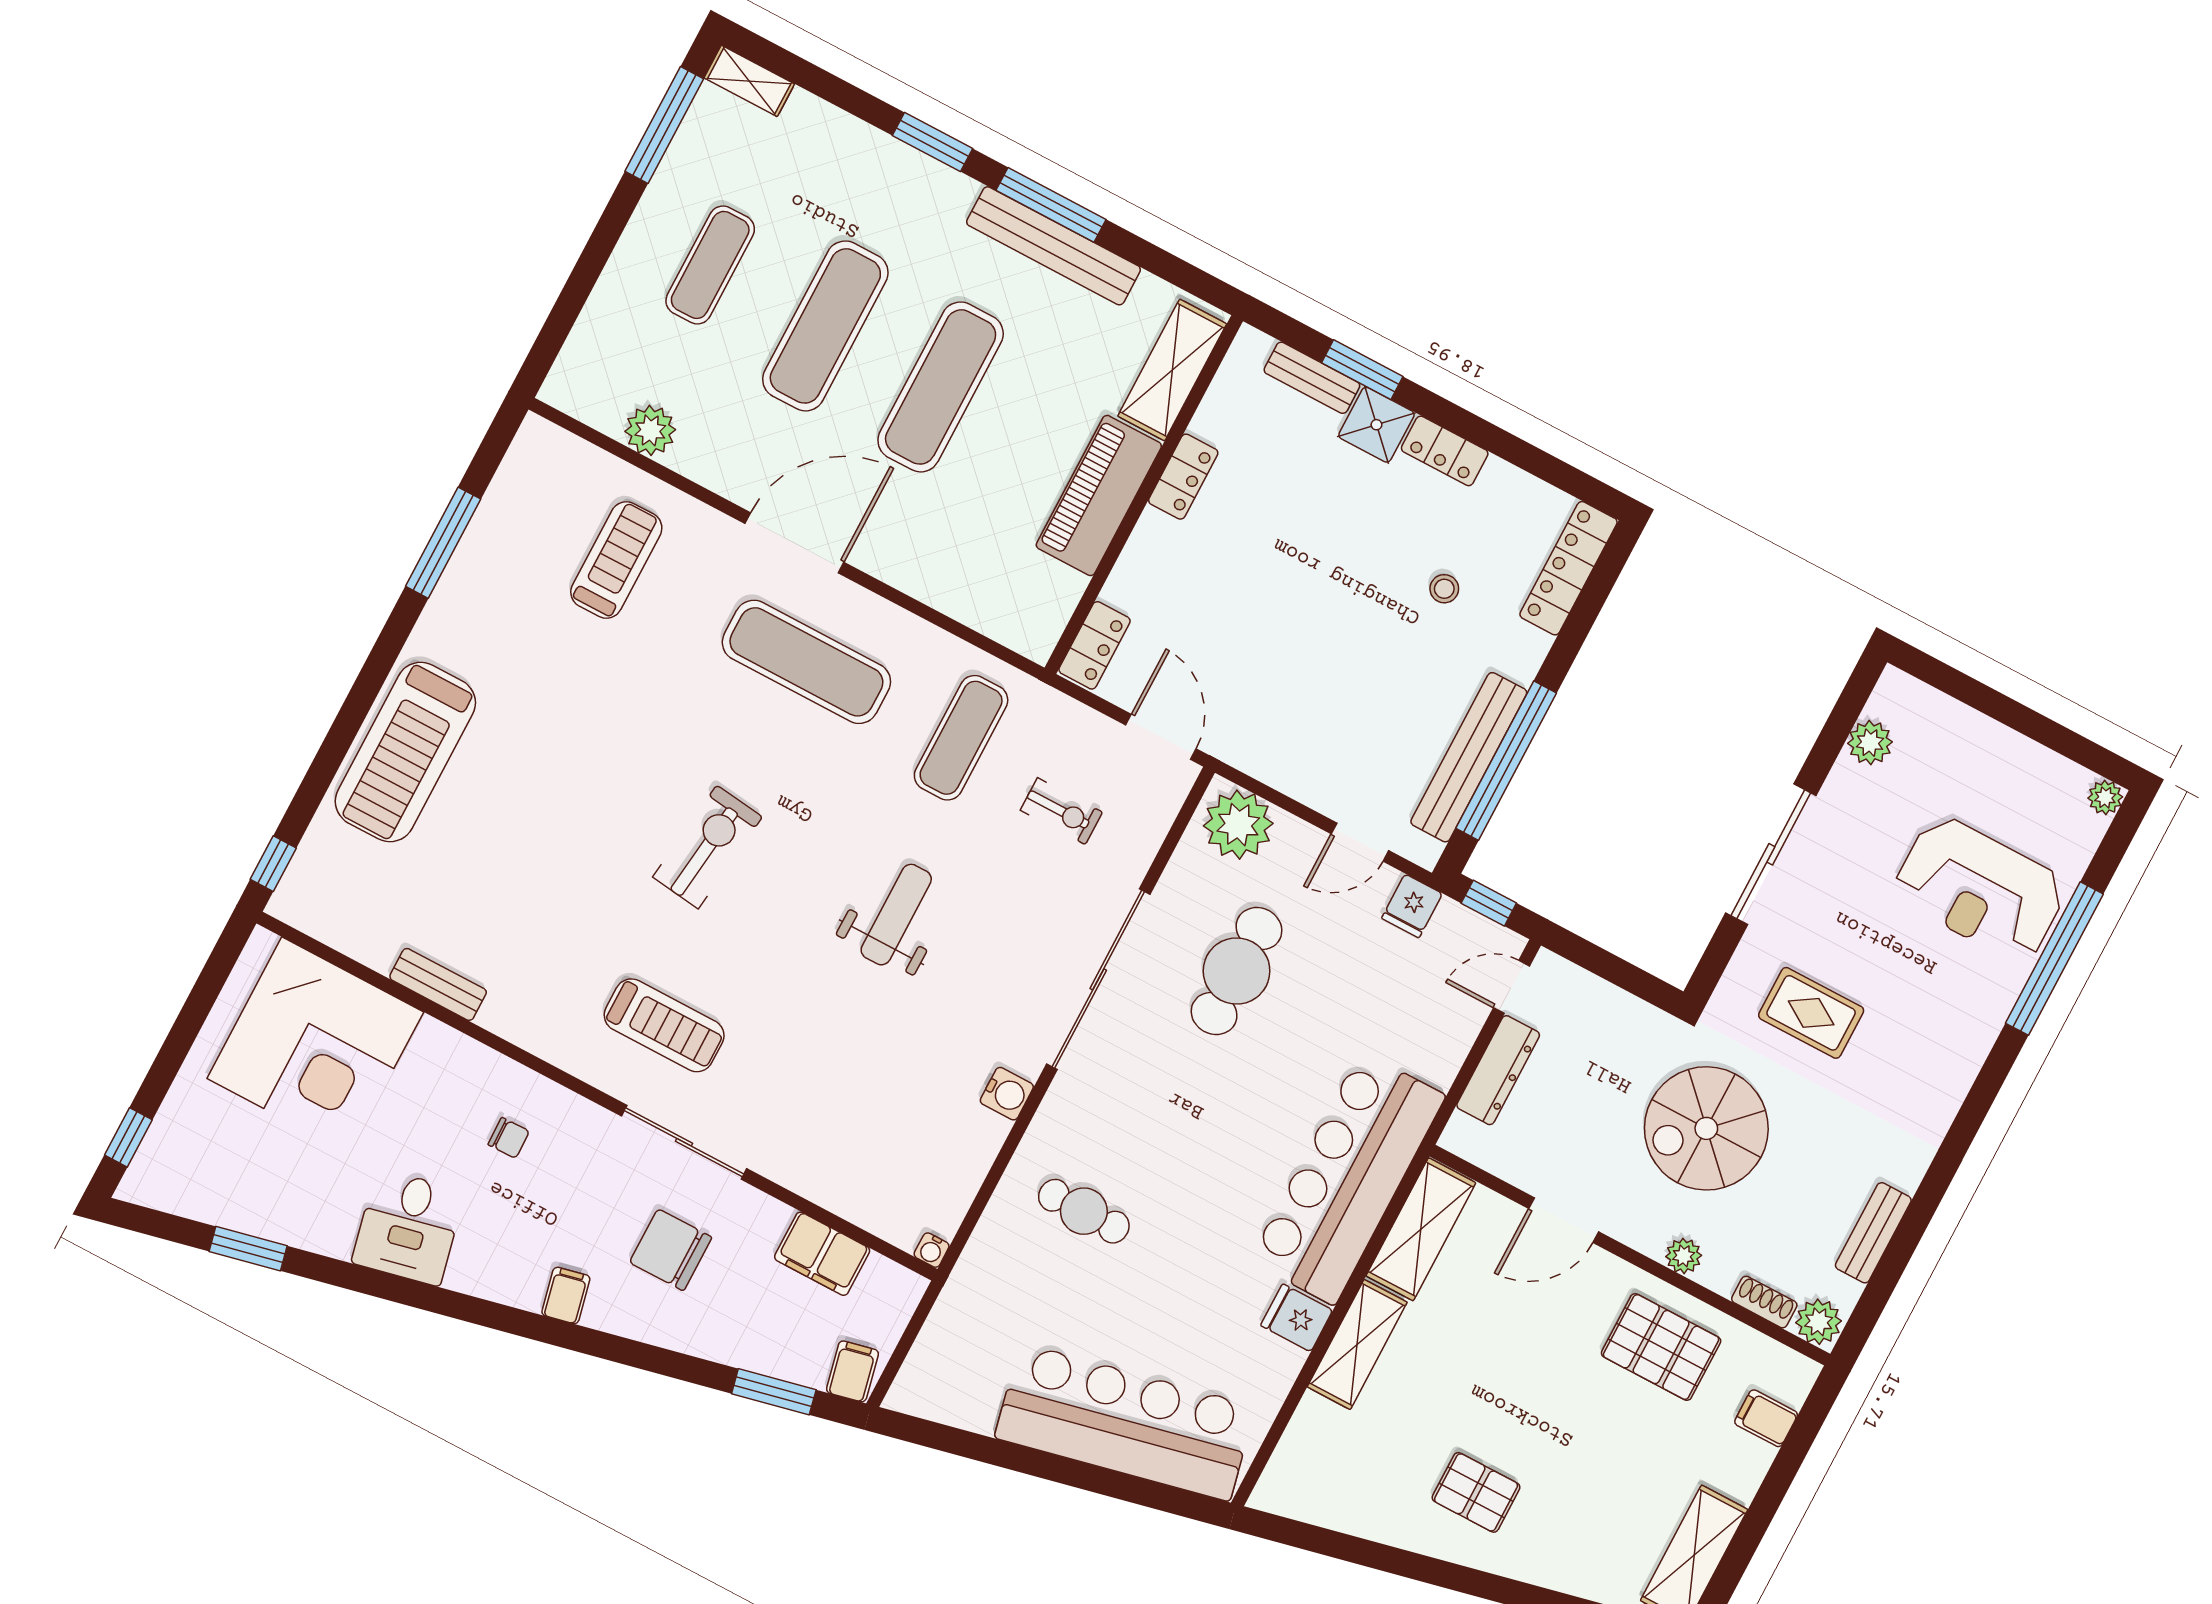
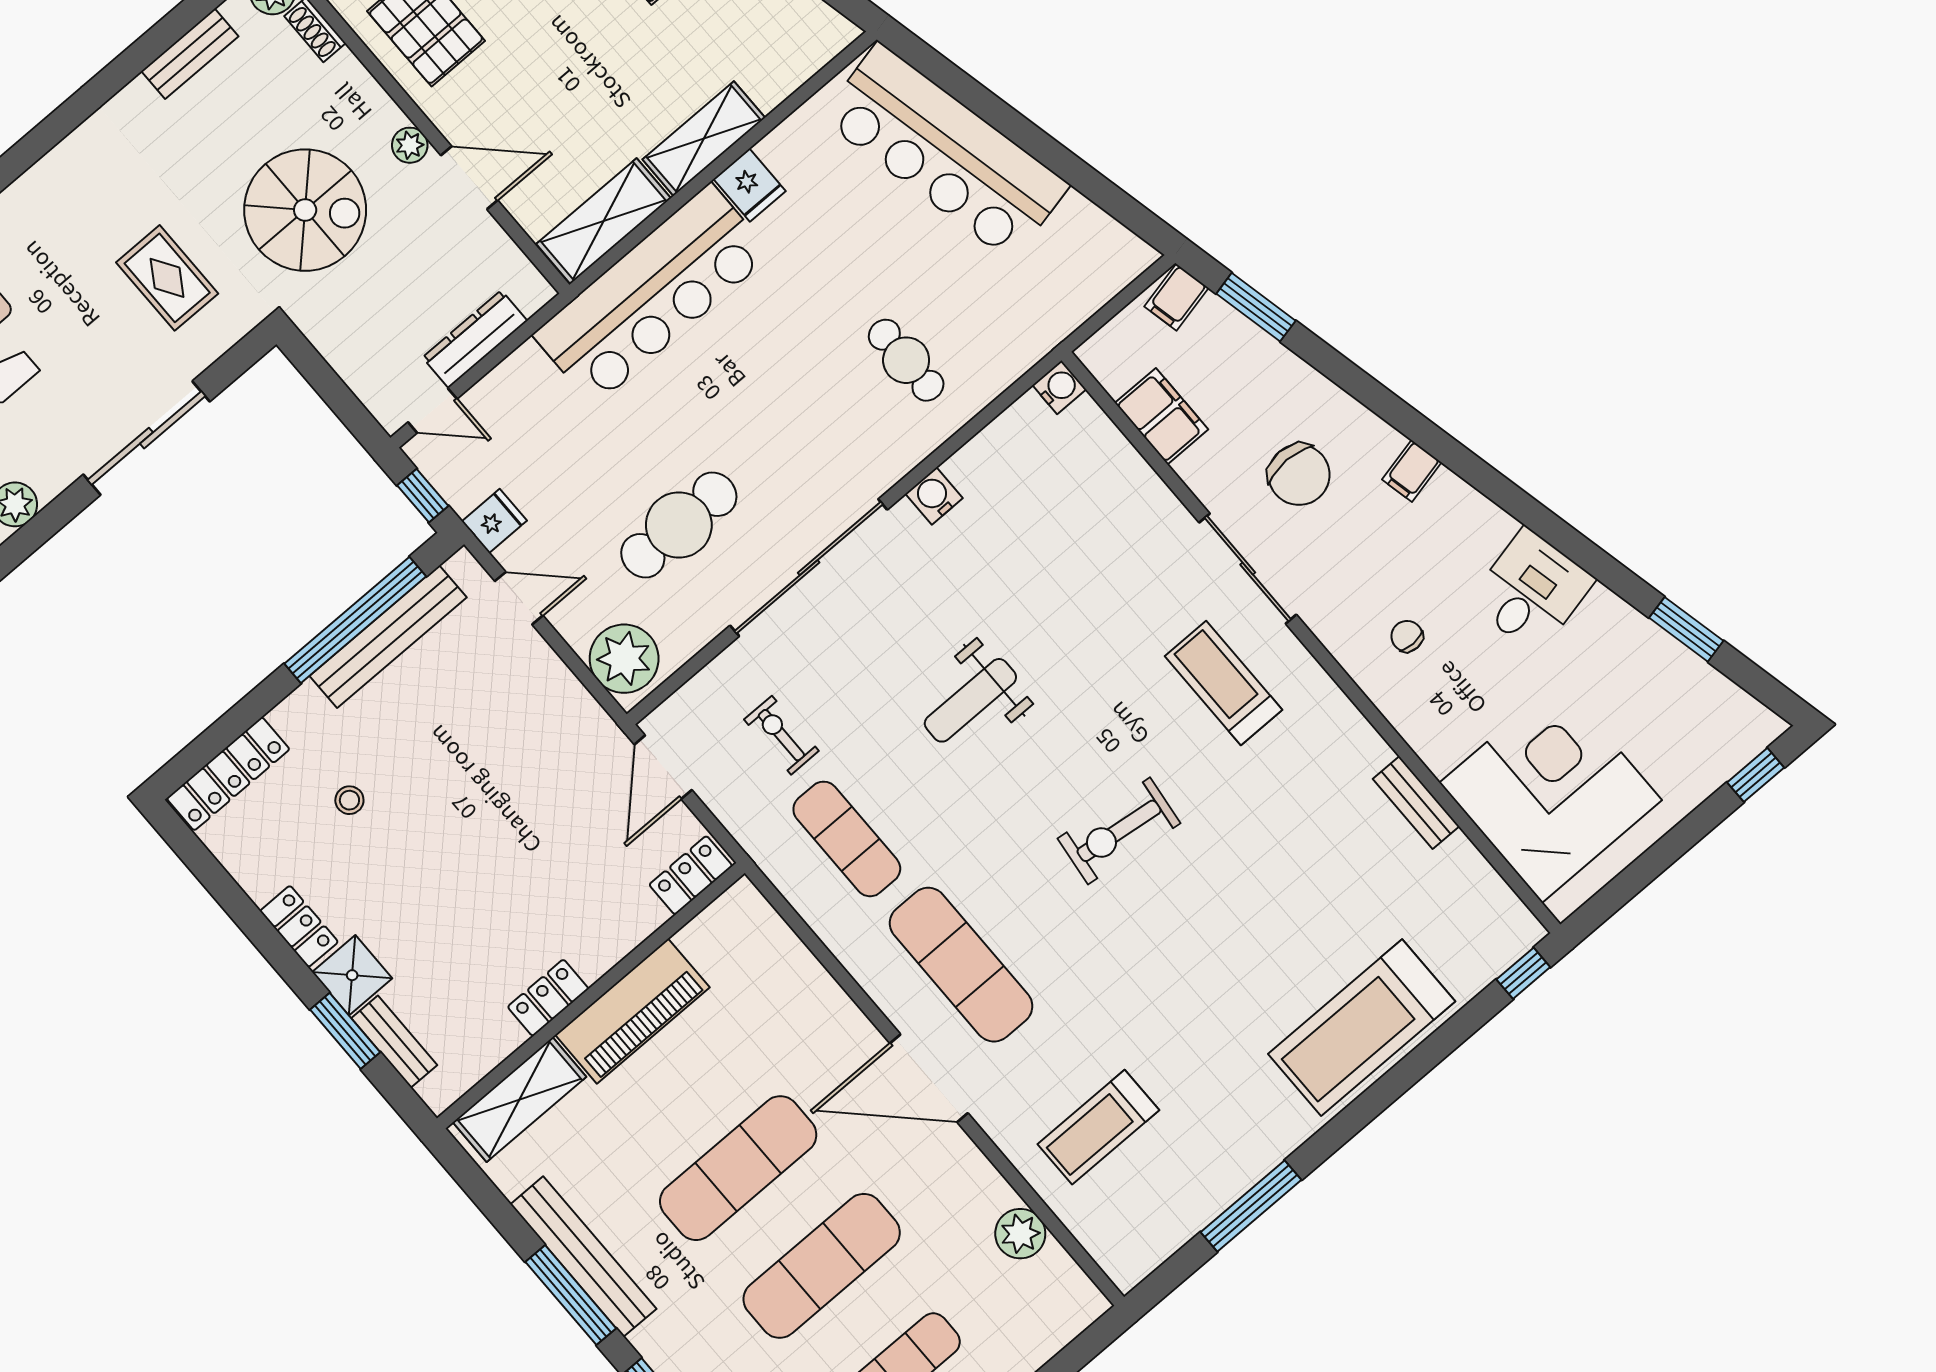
exercise mat: (961, 738) -> (847, 839), turned 90
treadmill: (405, 752) -> (1362, 1028), turned 180
water cooler: (932, 1250) -> (1059, 387), width x1.38, depth x1.38
plant: (1684, 1256) -> (410, 145), moved

